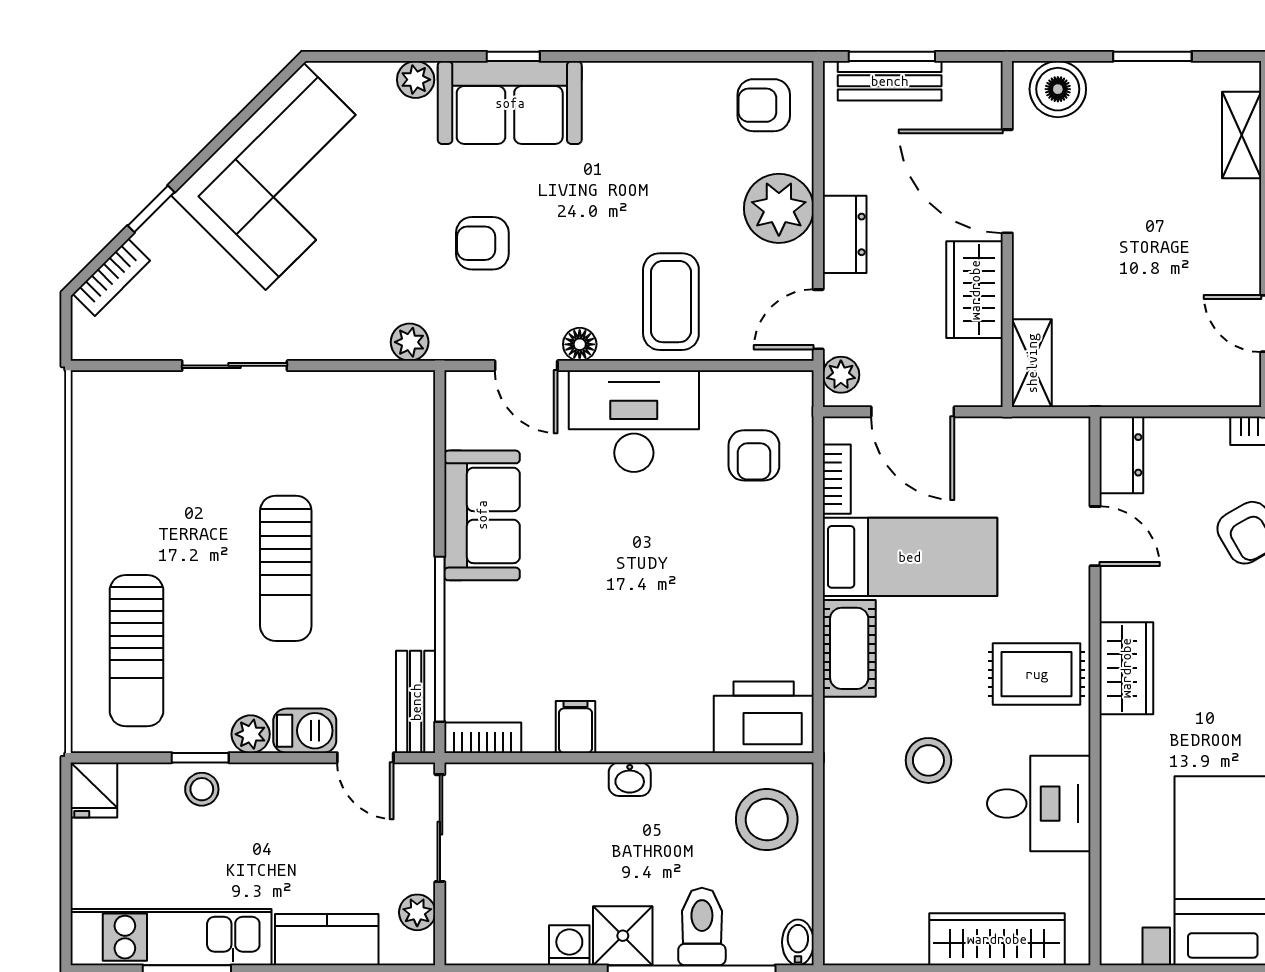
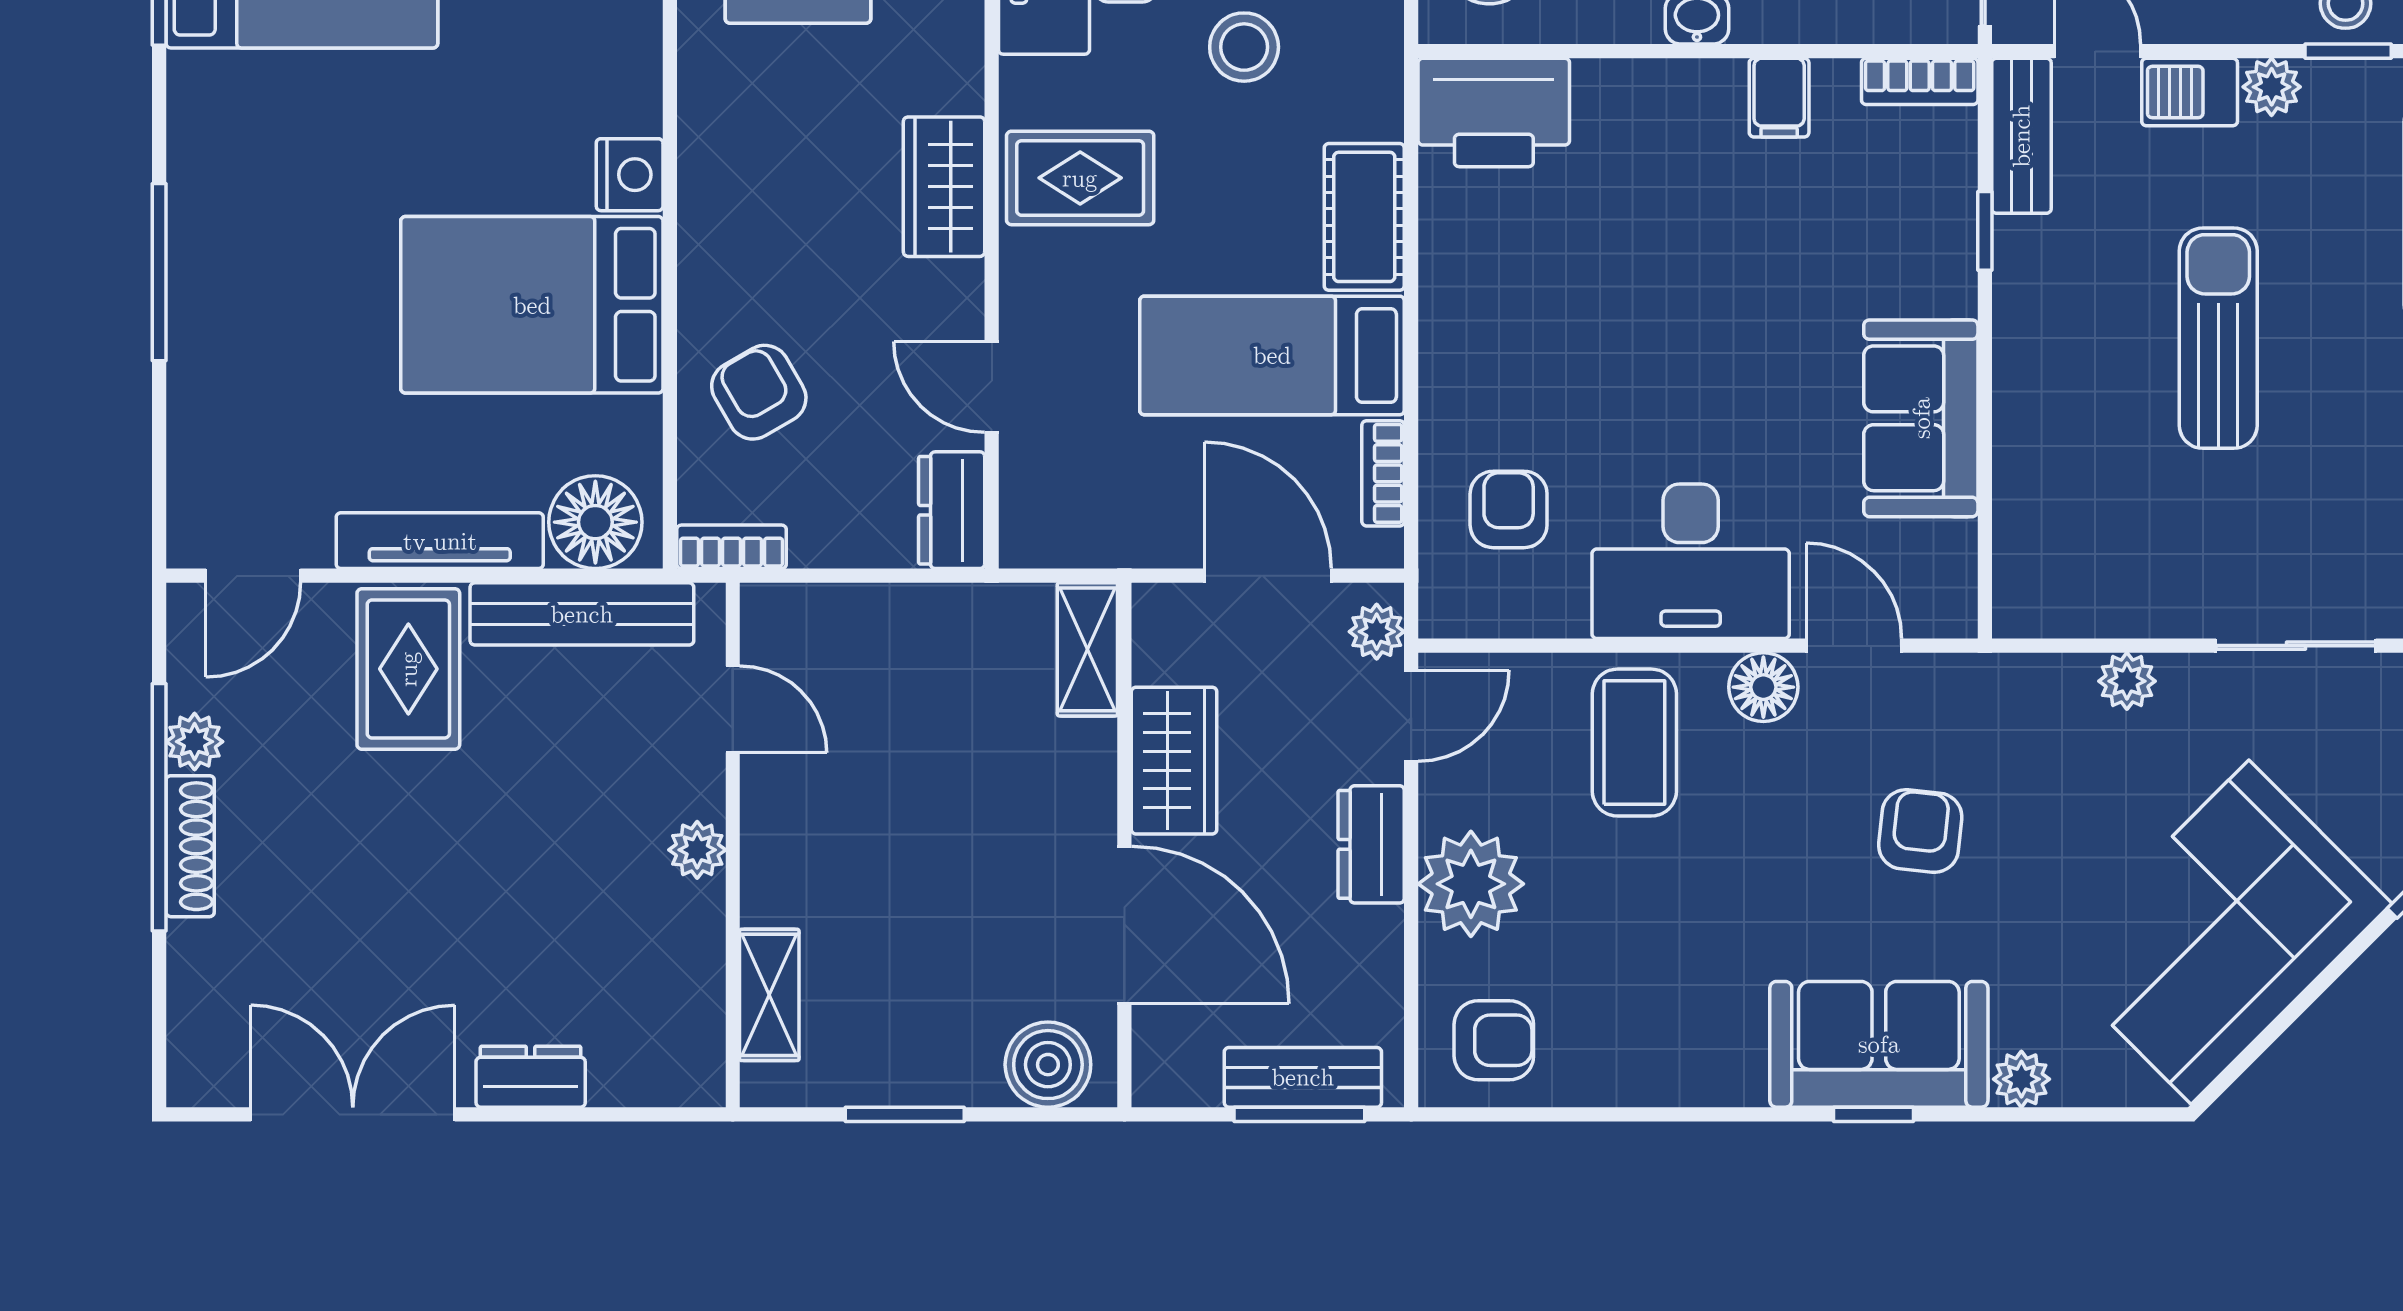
armchair: (482, 243) -> (1920, 831), turned -84
plant: (410, 342) -> (2127, 681), moved
floor lamp: (580, 344) -> (1763, 687), width x1.37, depth x1.37
window: (440, 639) -> (1985, 231), width x0.32

